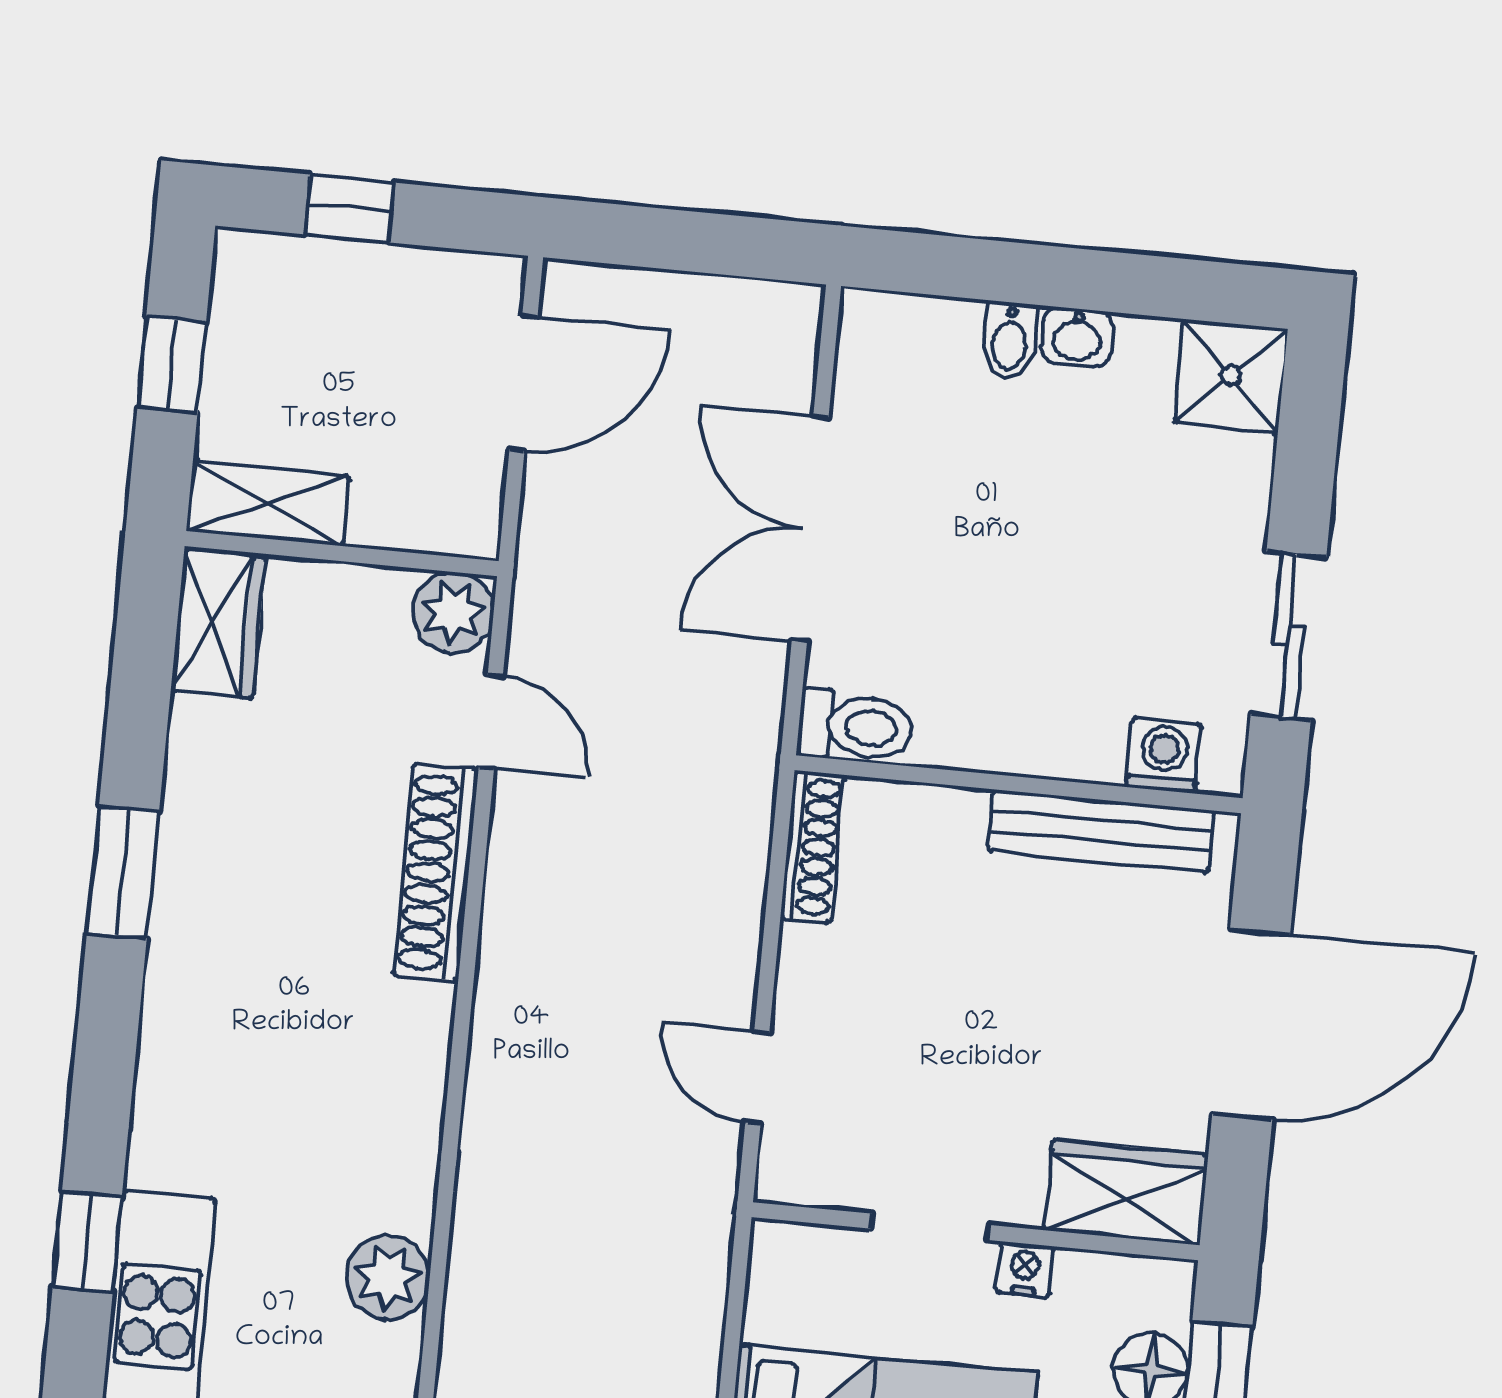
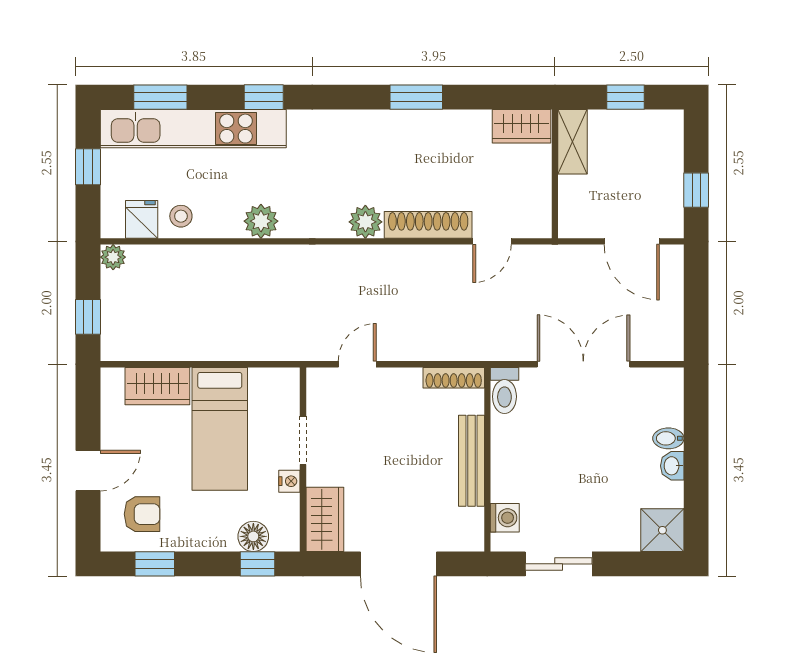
window: (350, 209) -> (696, 190), moved
plant: (453, 612) -> (365, 222), moved
bench: (1101, 831) -> (471, 461), moved

